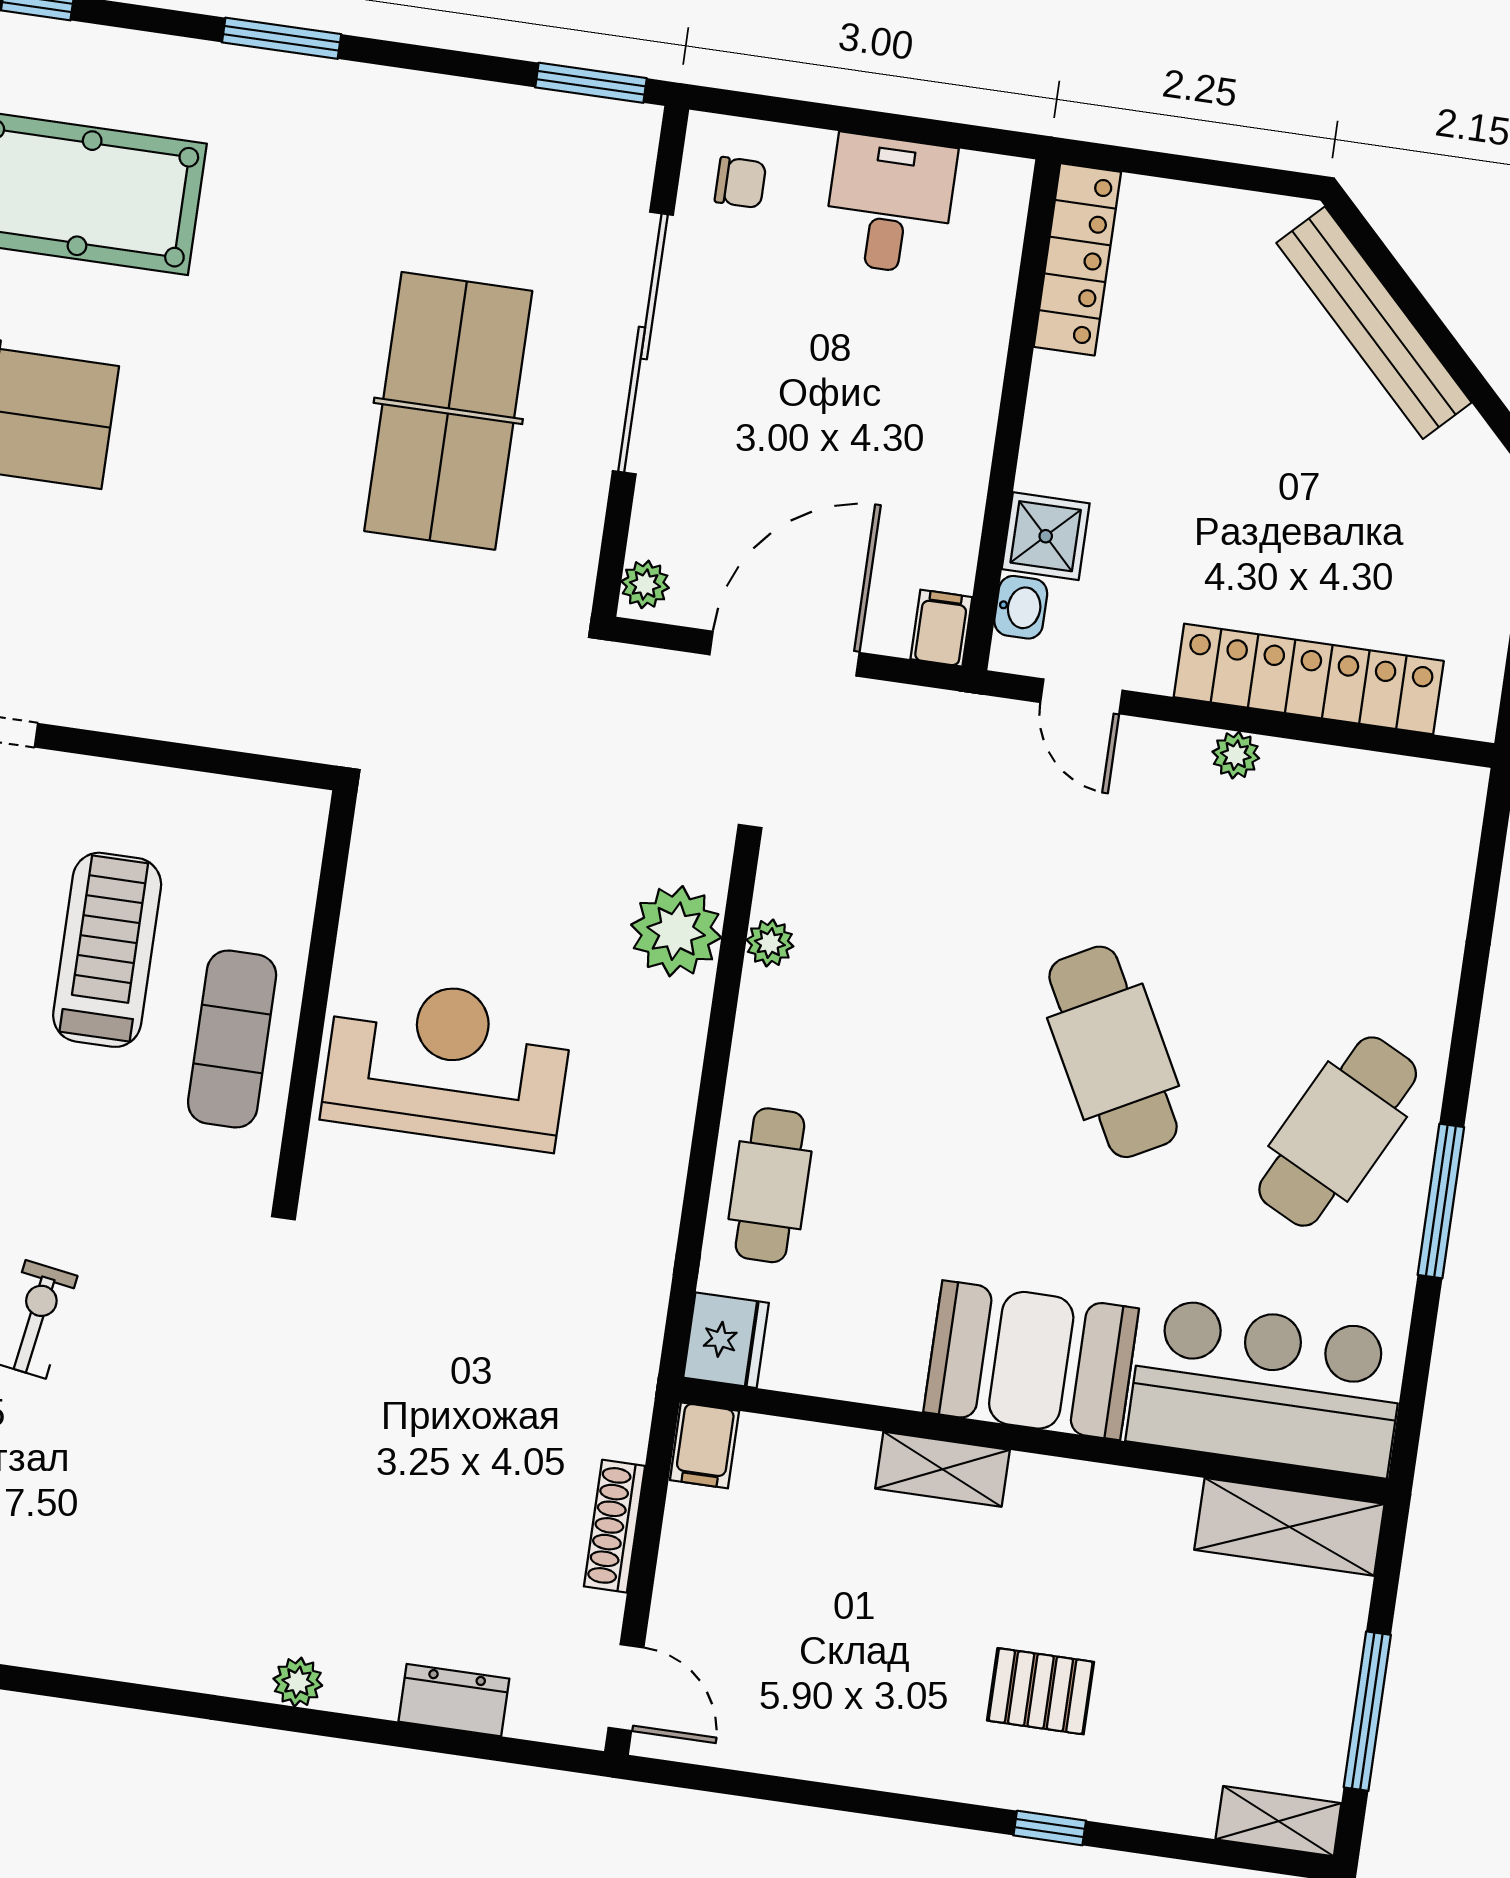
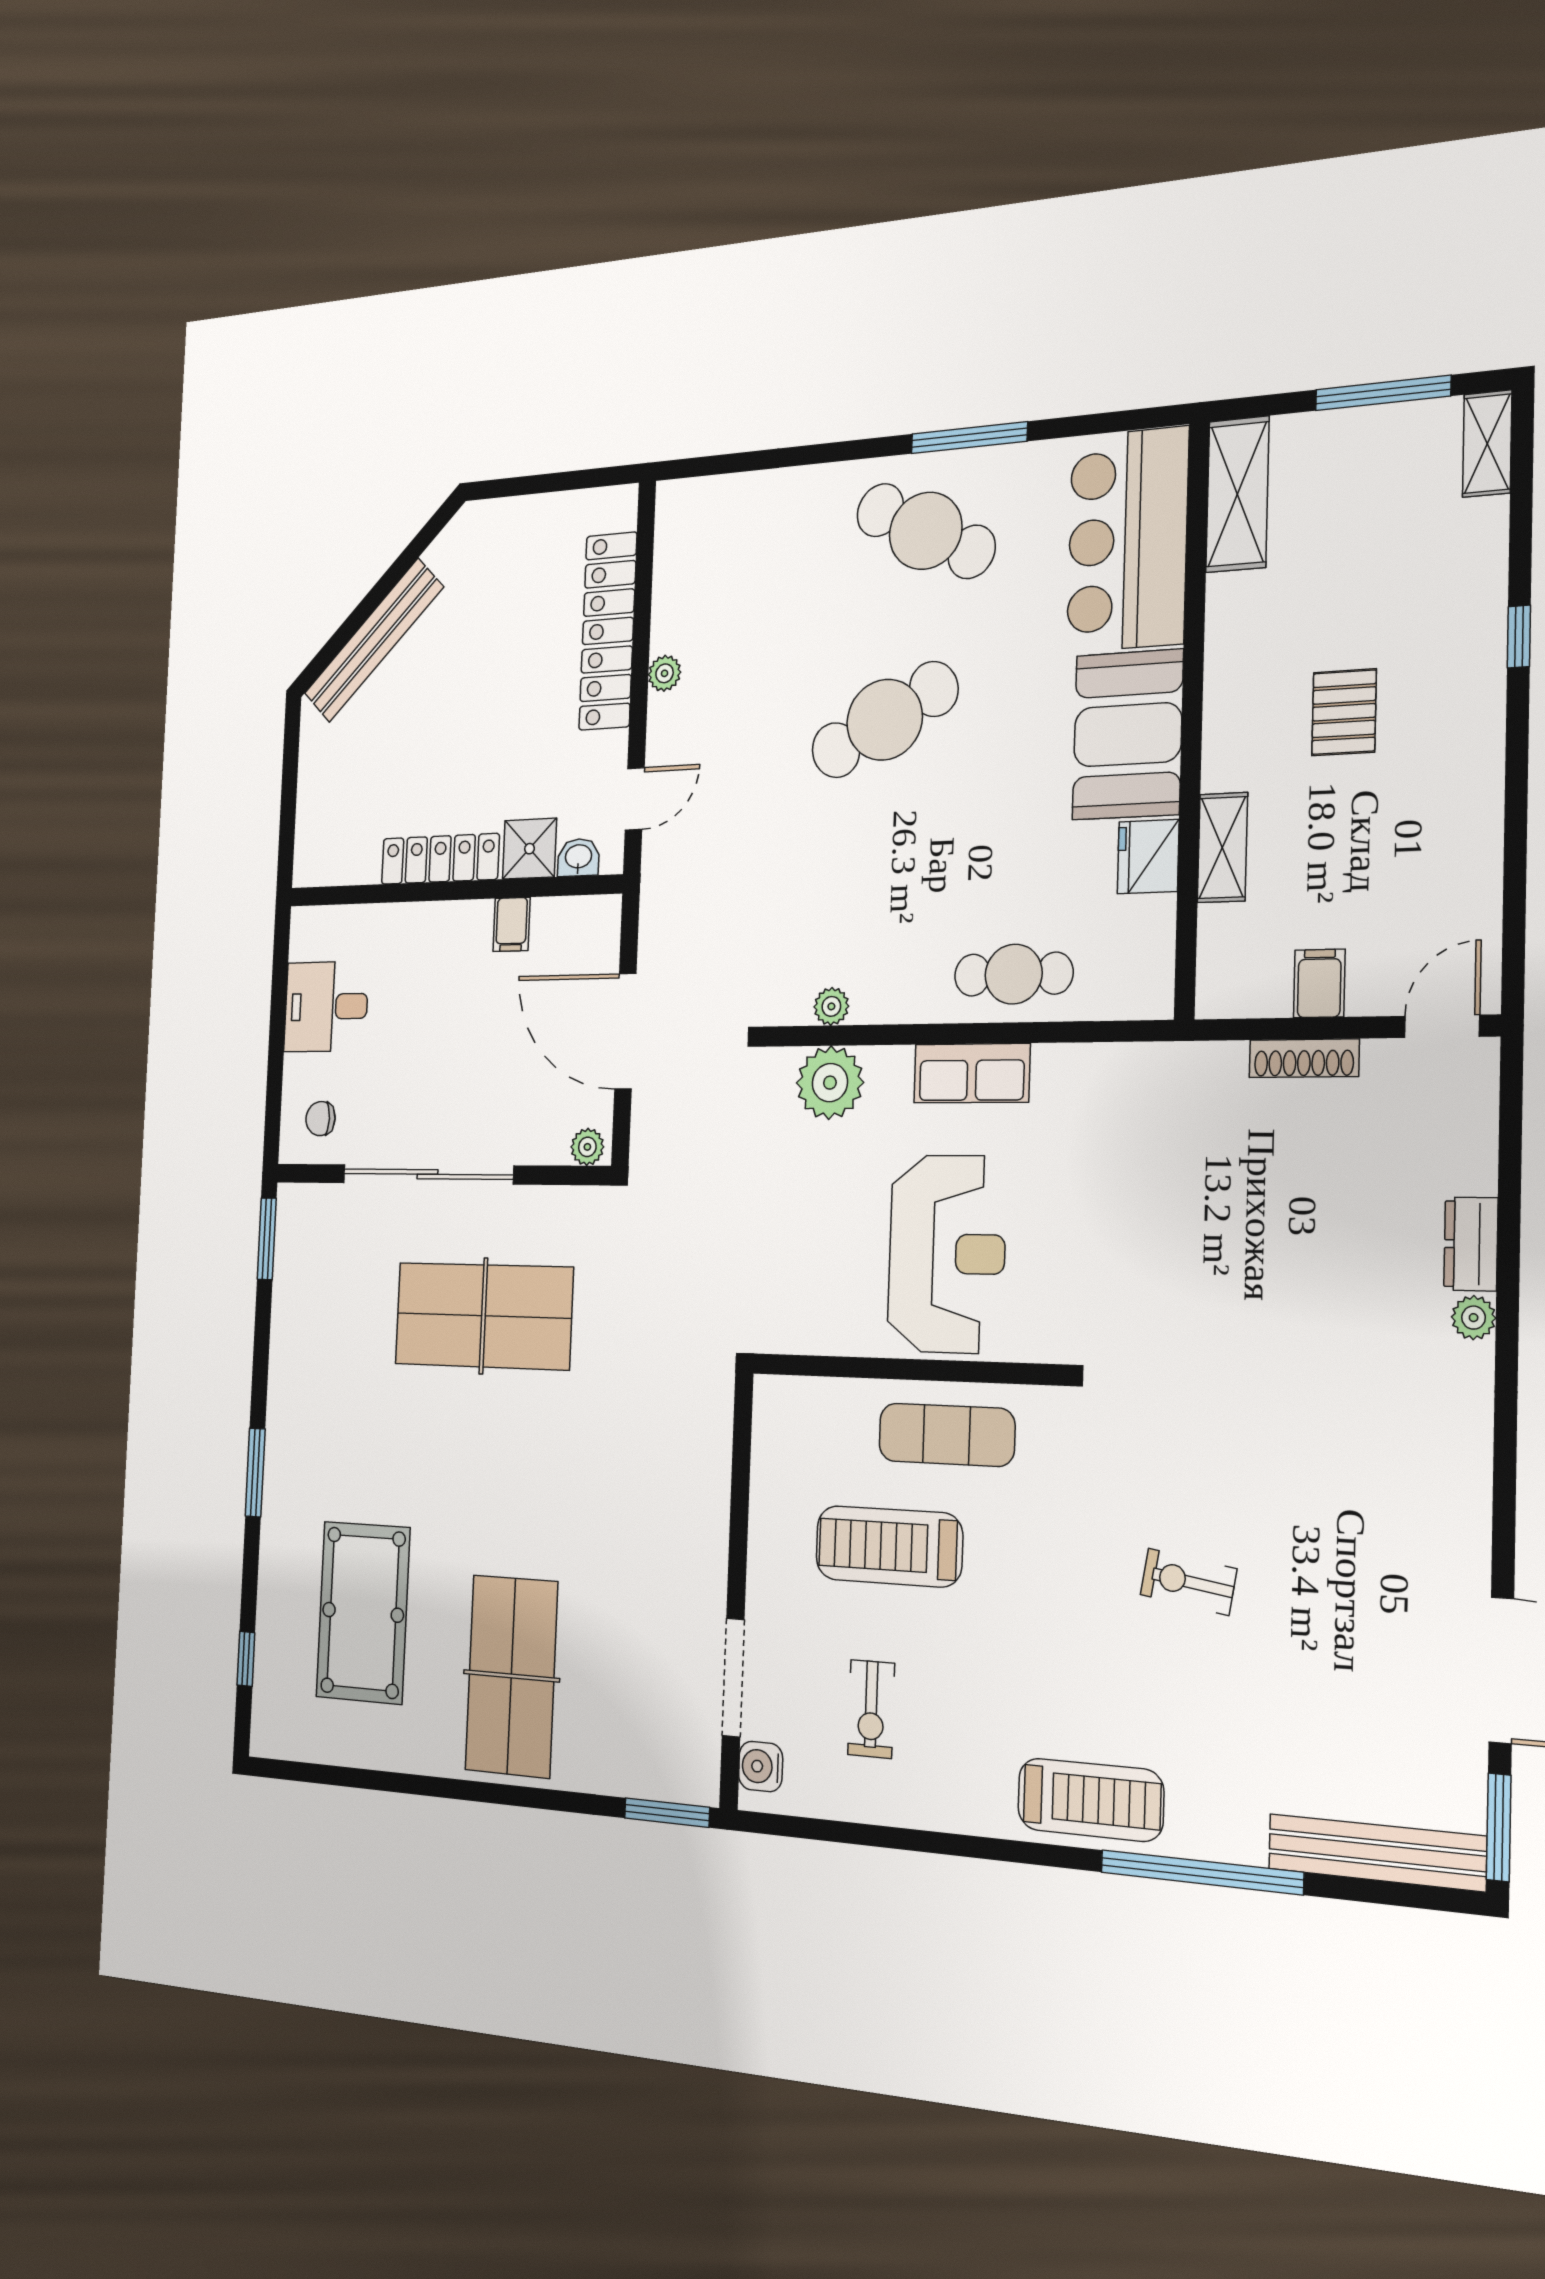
chair: (740, 183) -> (321, 1119), turned -90
locker: (1077, 259) -> (440, 859), moved
filing cabinet: (941, 628) -> (512, 924), moved, turned -90
reception desk: (447, 1063) -> (947, 1254), turned 180
row of seats: (659, 1119) -> (972, 1073), added
fridge: (726, 1340) -> (1148, 857), moved, turned -90
filing cabinet: (704, 1445) -> (1319, 983), moved, turned -90
shelving: (942, 1469) -> (1222, 848), moved
pallet: (1041, 1691) -> (1344, 712), moved
dresser: (454, 1700) -> (1471, 1244), moved

